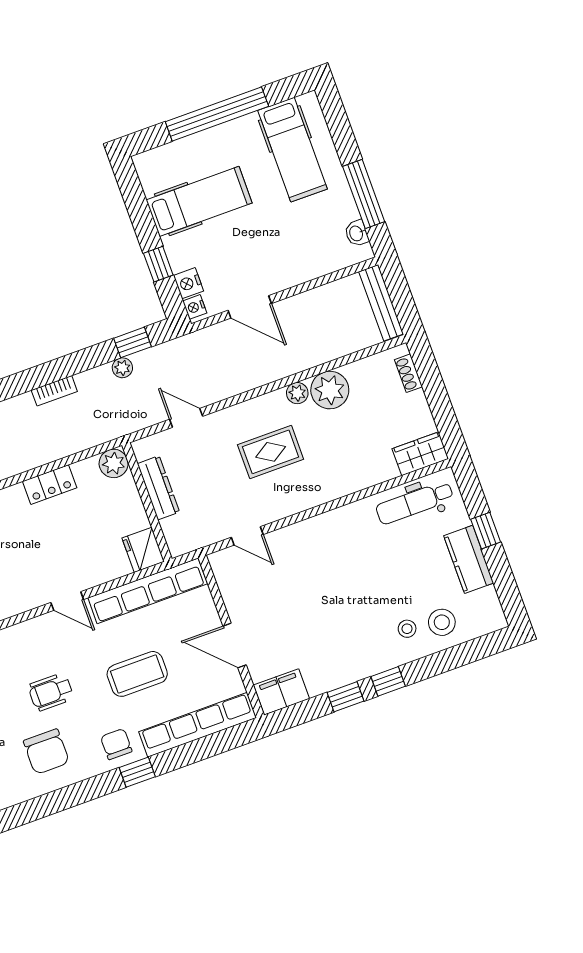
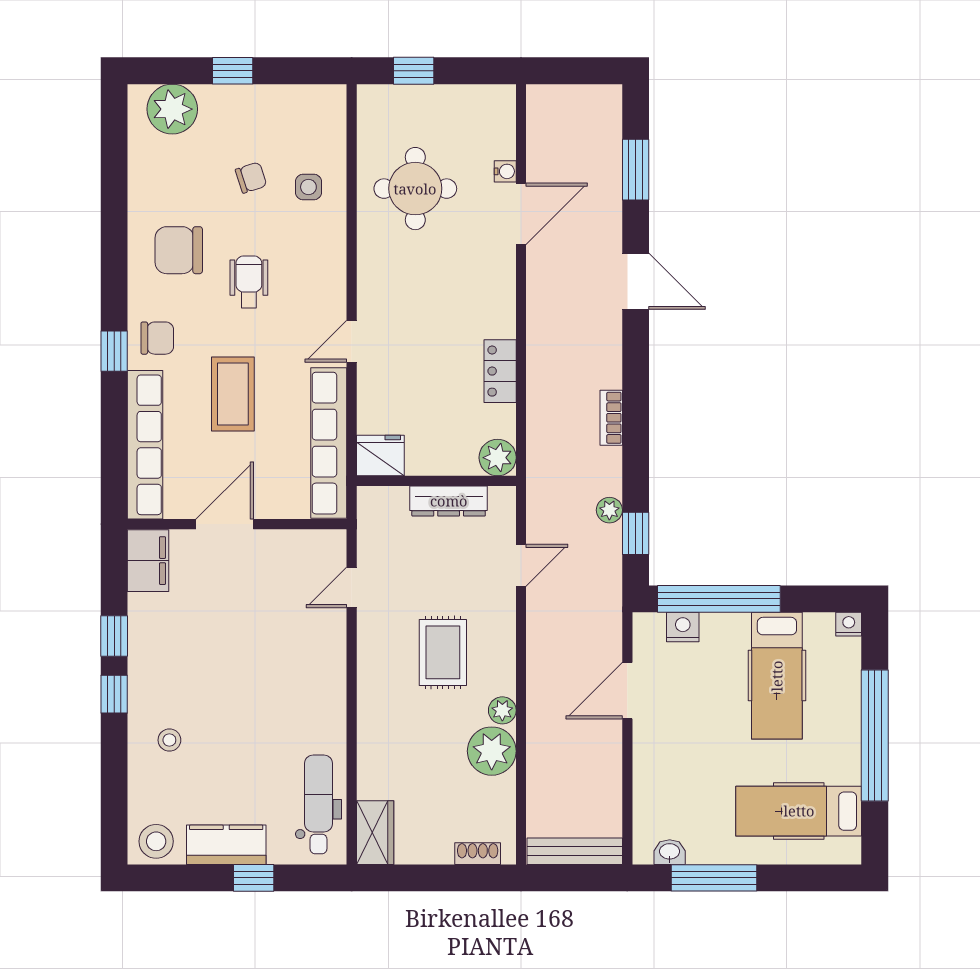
window: (158, 264) -> (719, 599), width x3.17
nightstand: (195, 307) -> (849, 624), moved
stool: (442, 622) -> (156, 841), moved

